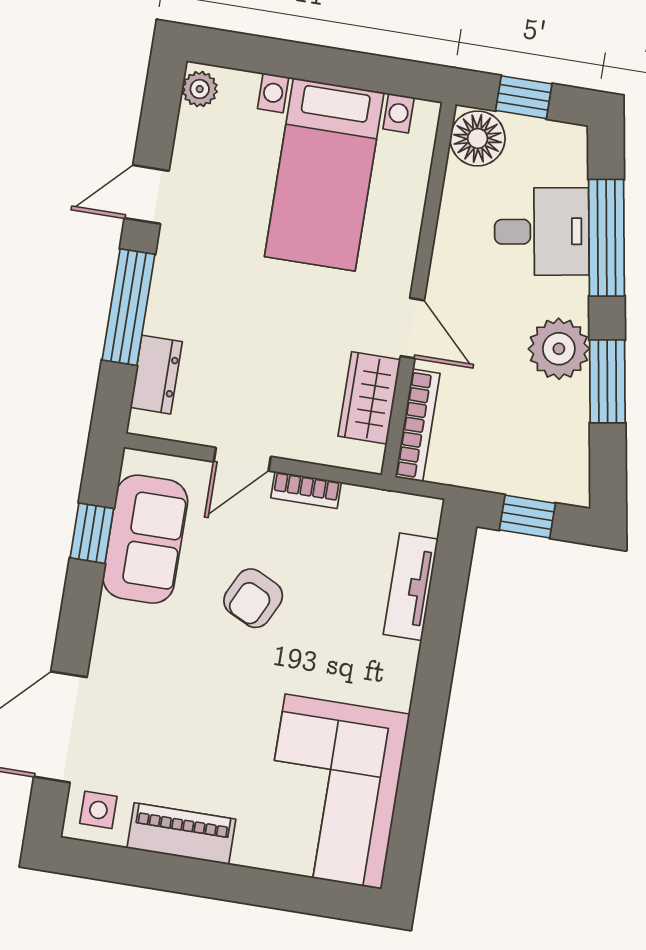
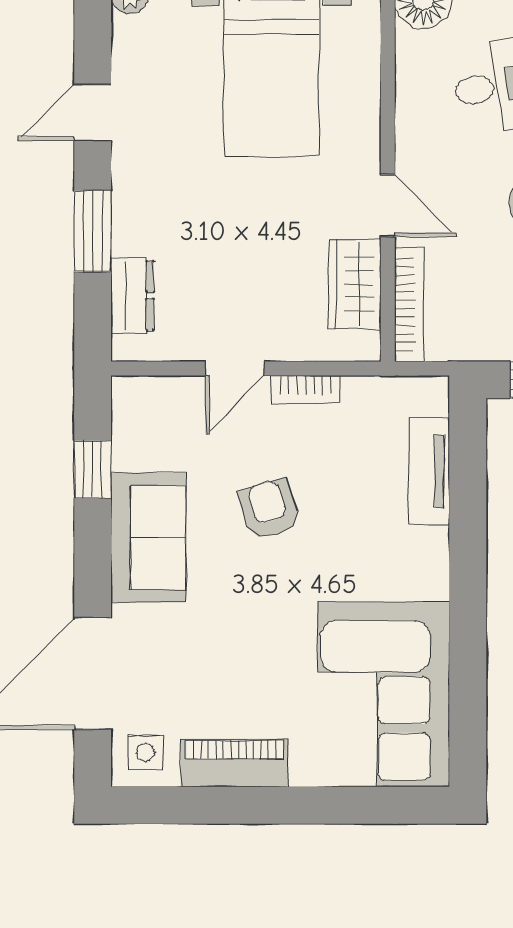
window: (128, 307) -> (93, 231), width x0.69
sofa: (145, 539) -> (148, 538), moved
armchair: (253, 598) -> (269, 509), turned 137

